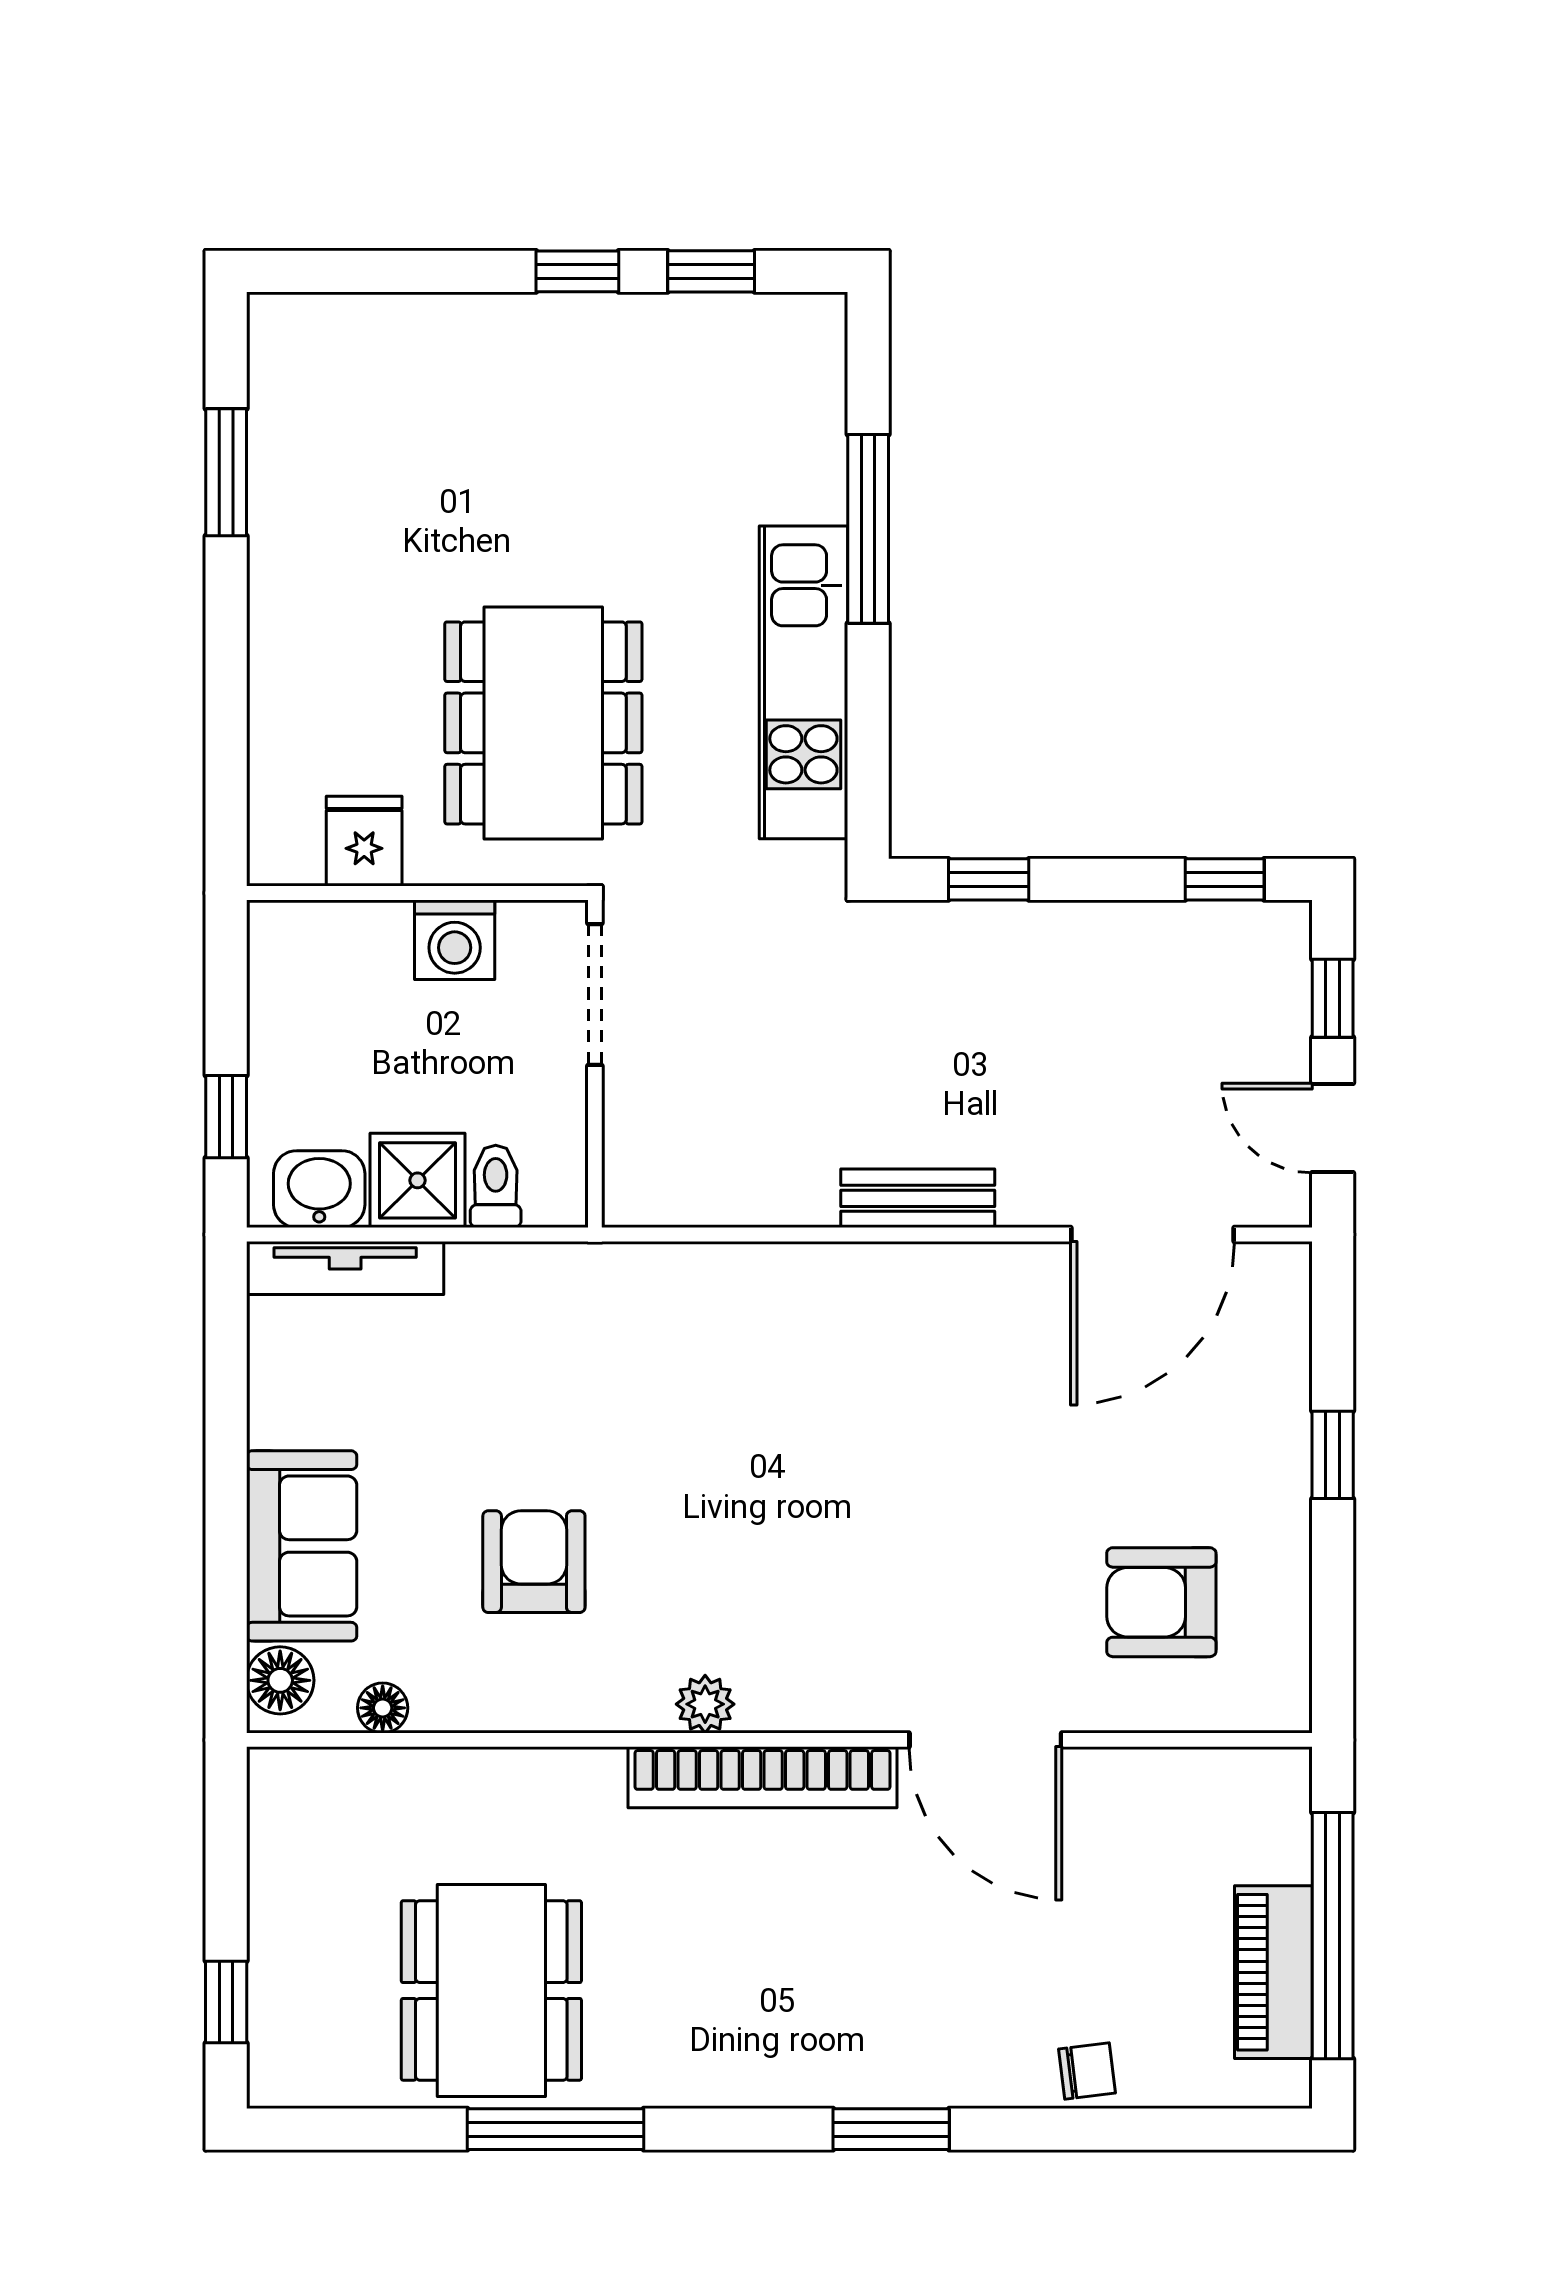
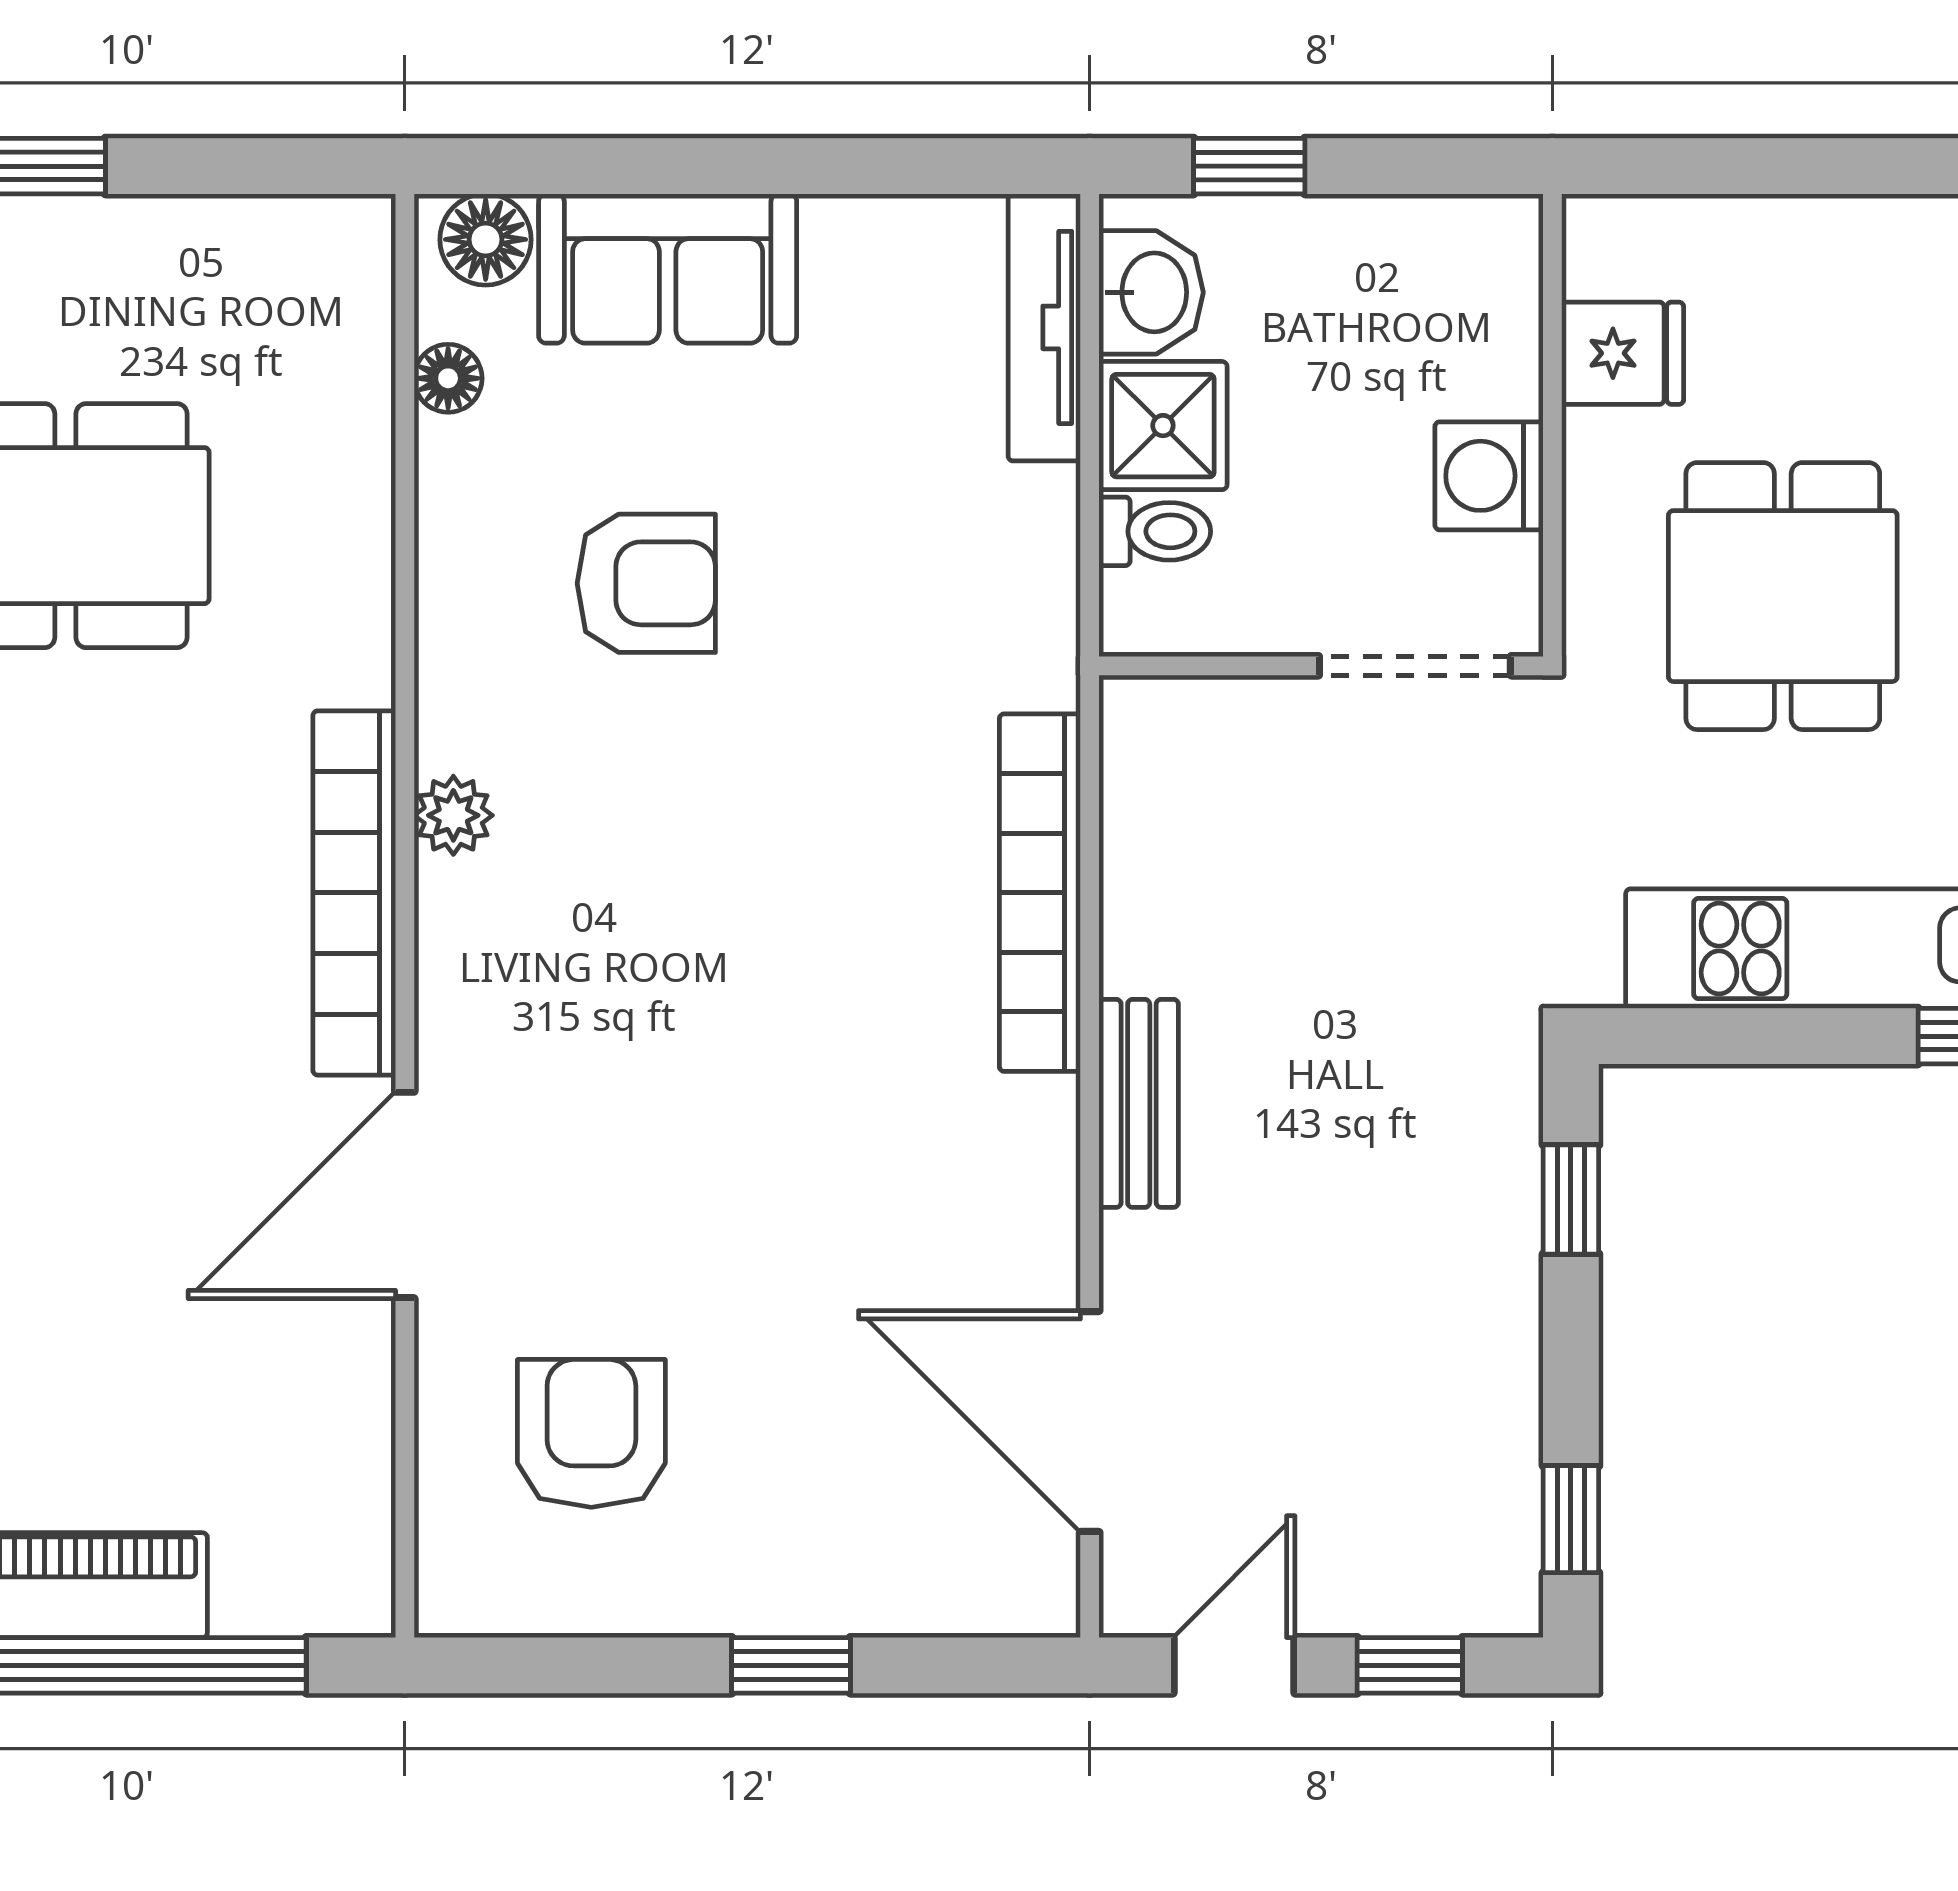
dining table: (543, 723) -> (1783, 596), width x0.73
bookcase: (762, 1271) -> (1040, 893), added

